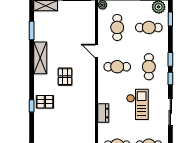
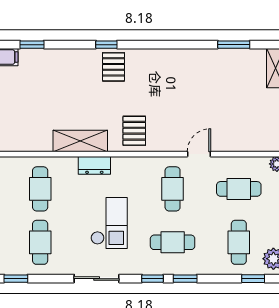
shelving: (40, 58) -> (80, 141), moved
pallet: (65, 77) -> (134, 131), moved, turned 90
checkout: (137, 104) -> (109, 223), turned -90

